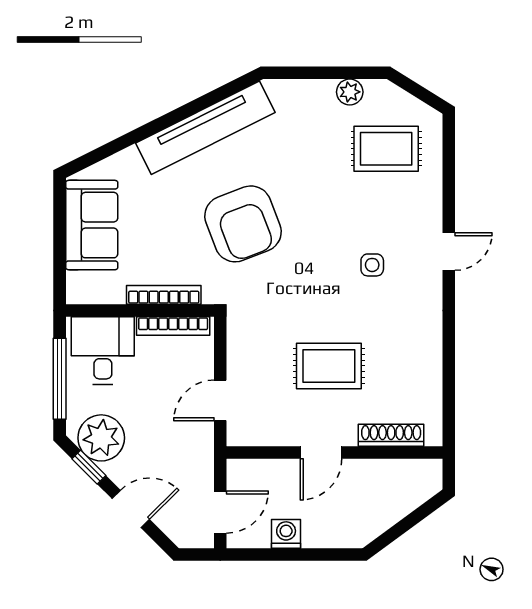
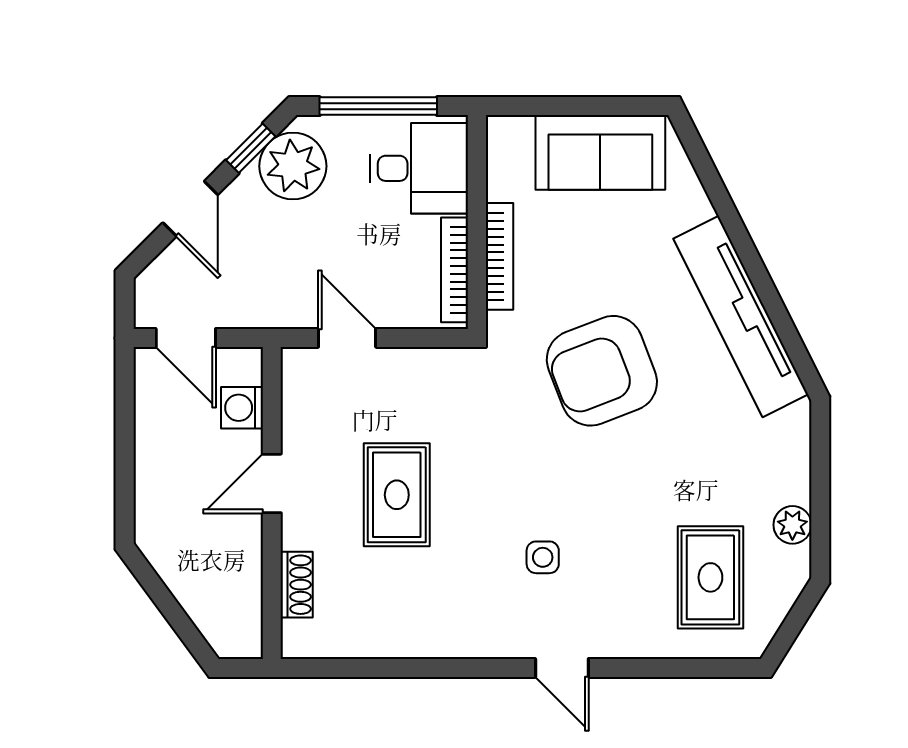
shoe rack: (391, 435) -> (297, 585), width x0.70
door: (321, 453) -> (272, 483), hinge flipped
washing machine: (286, 534) -> (242, 408), moved, turned 180

